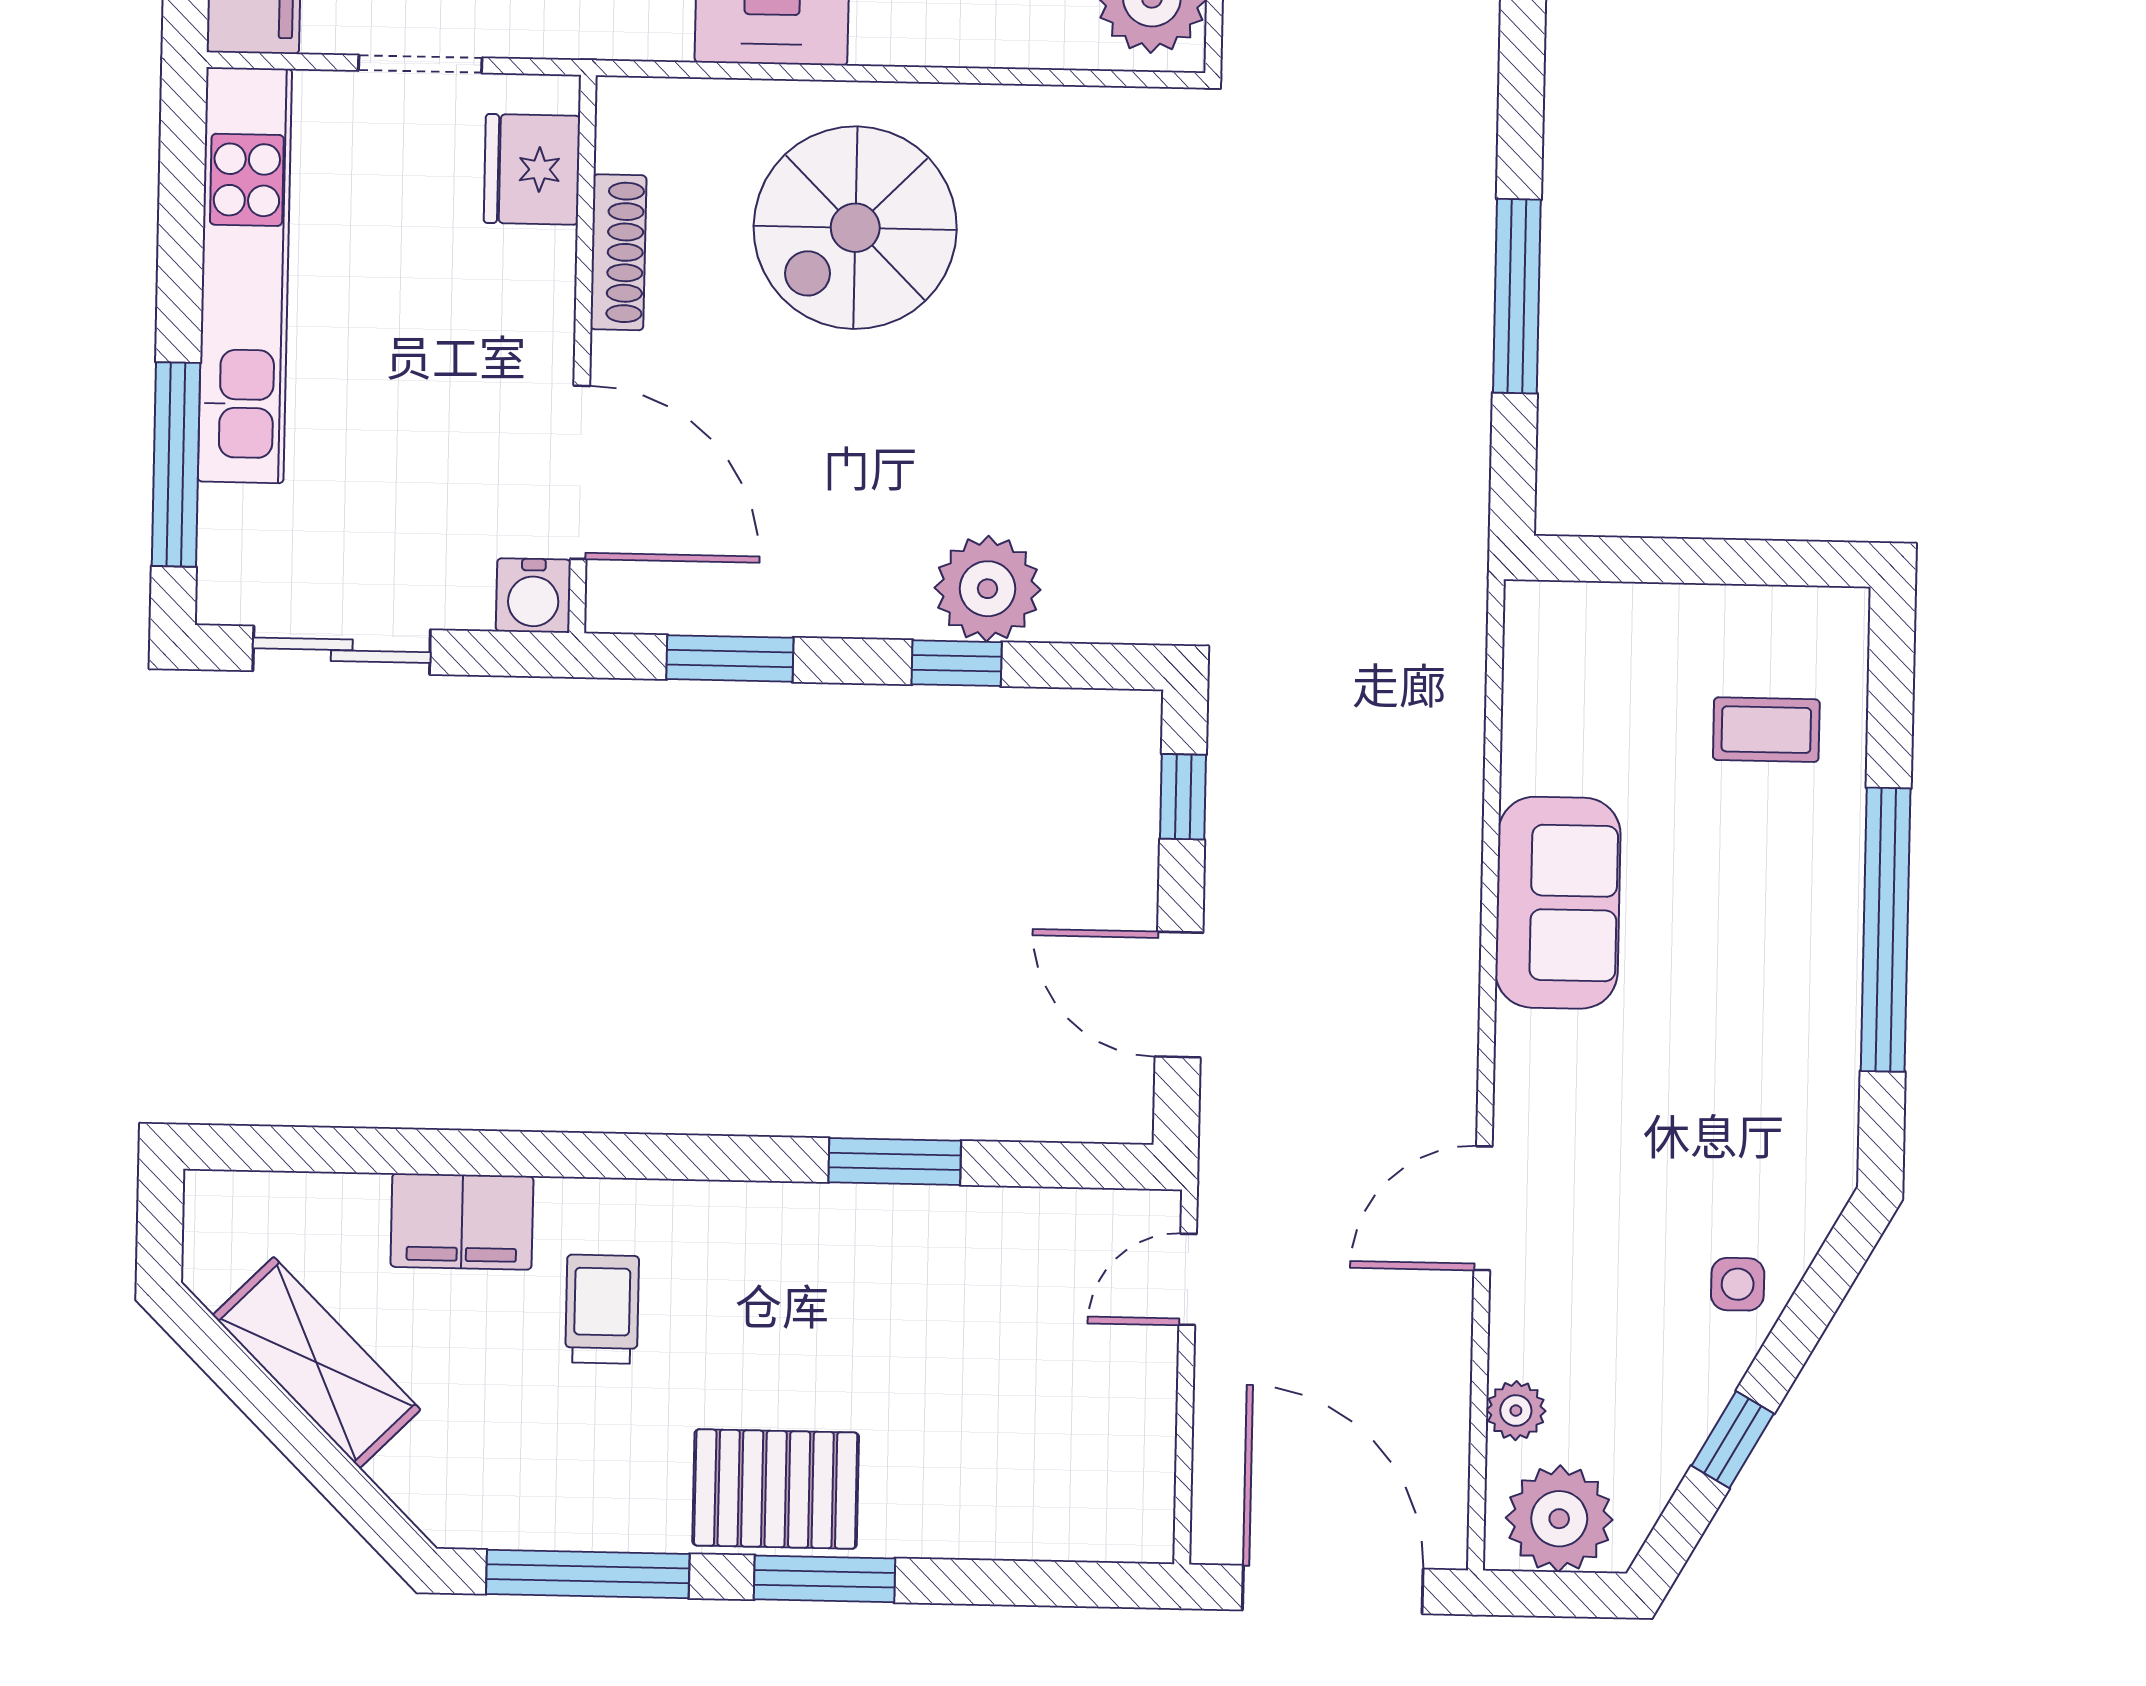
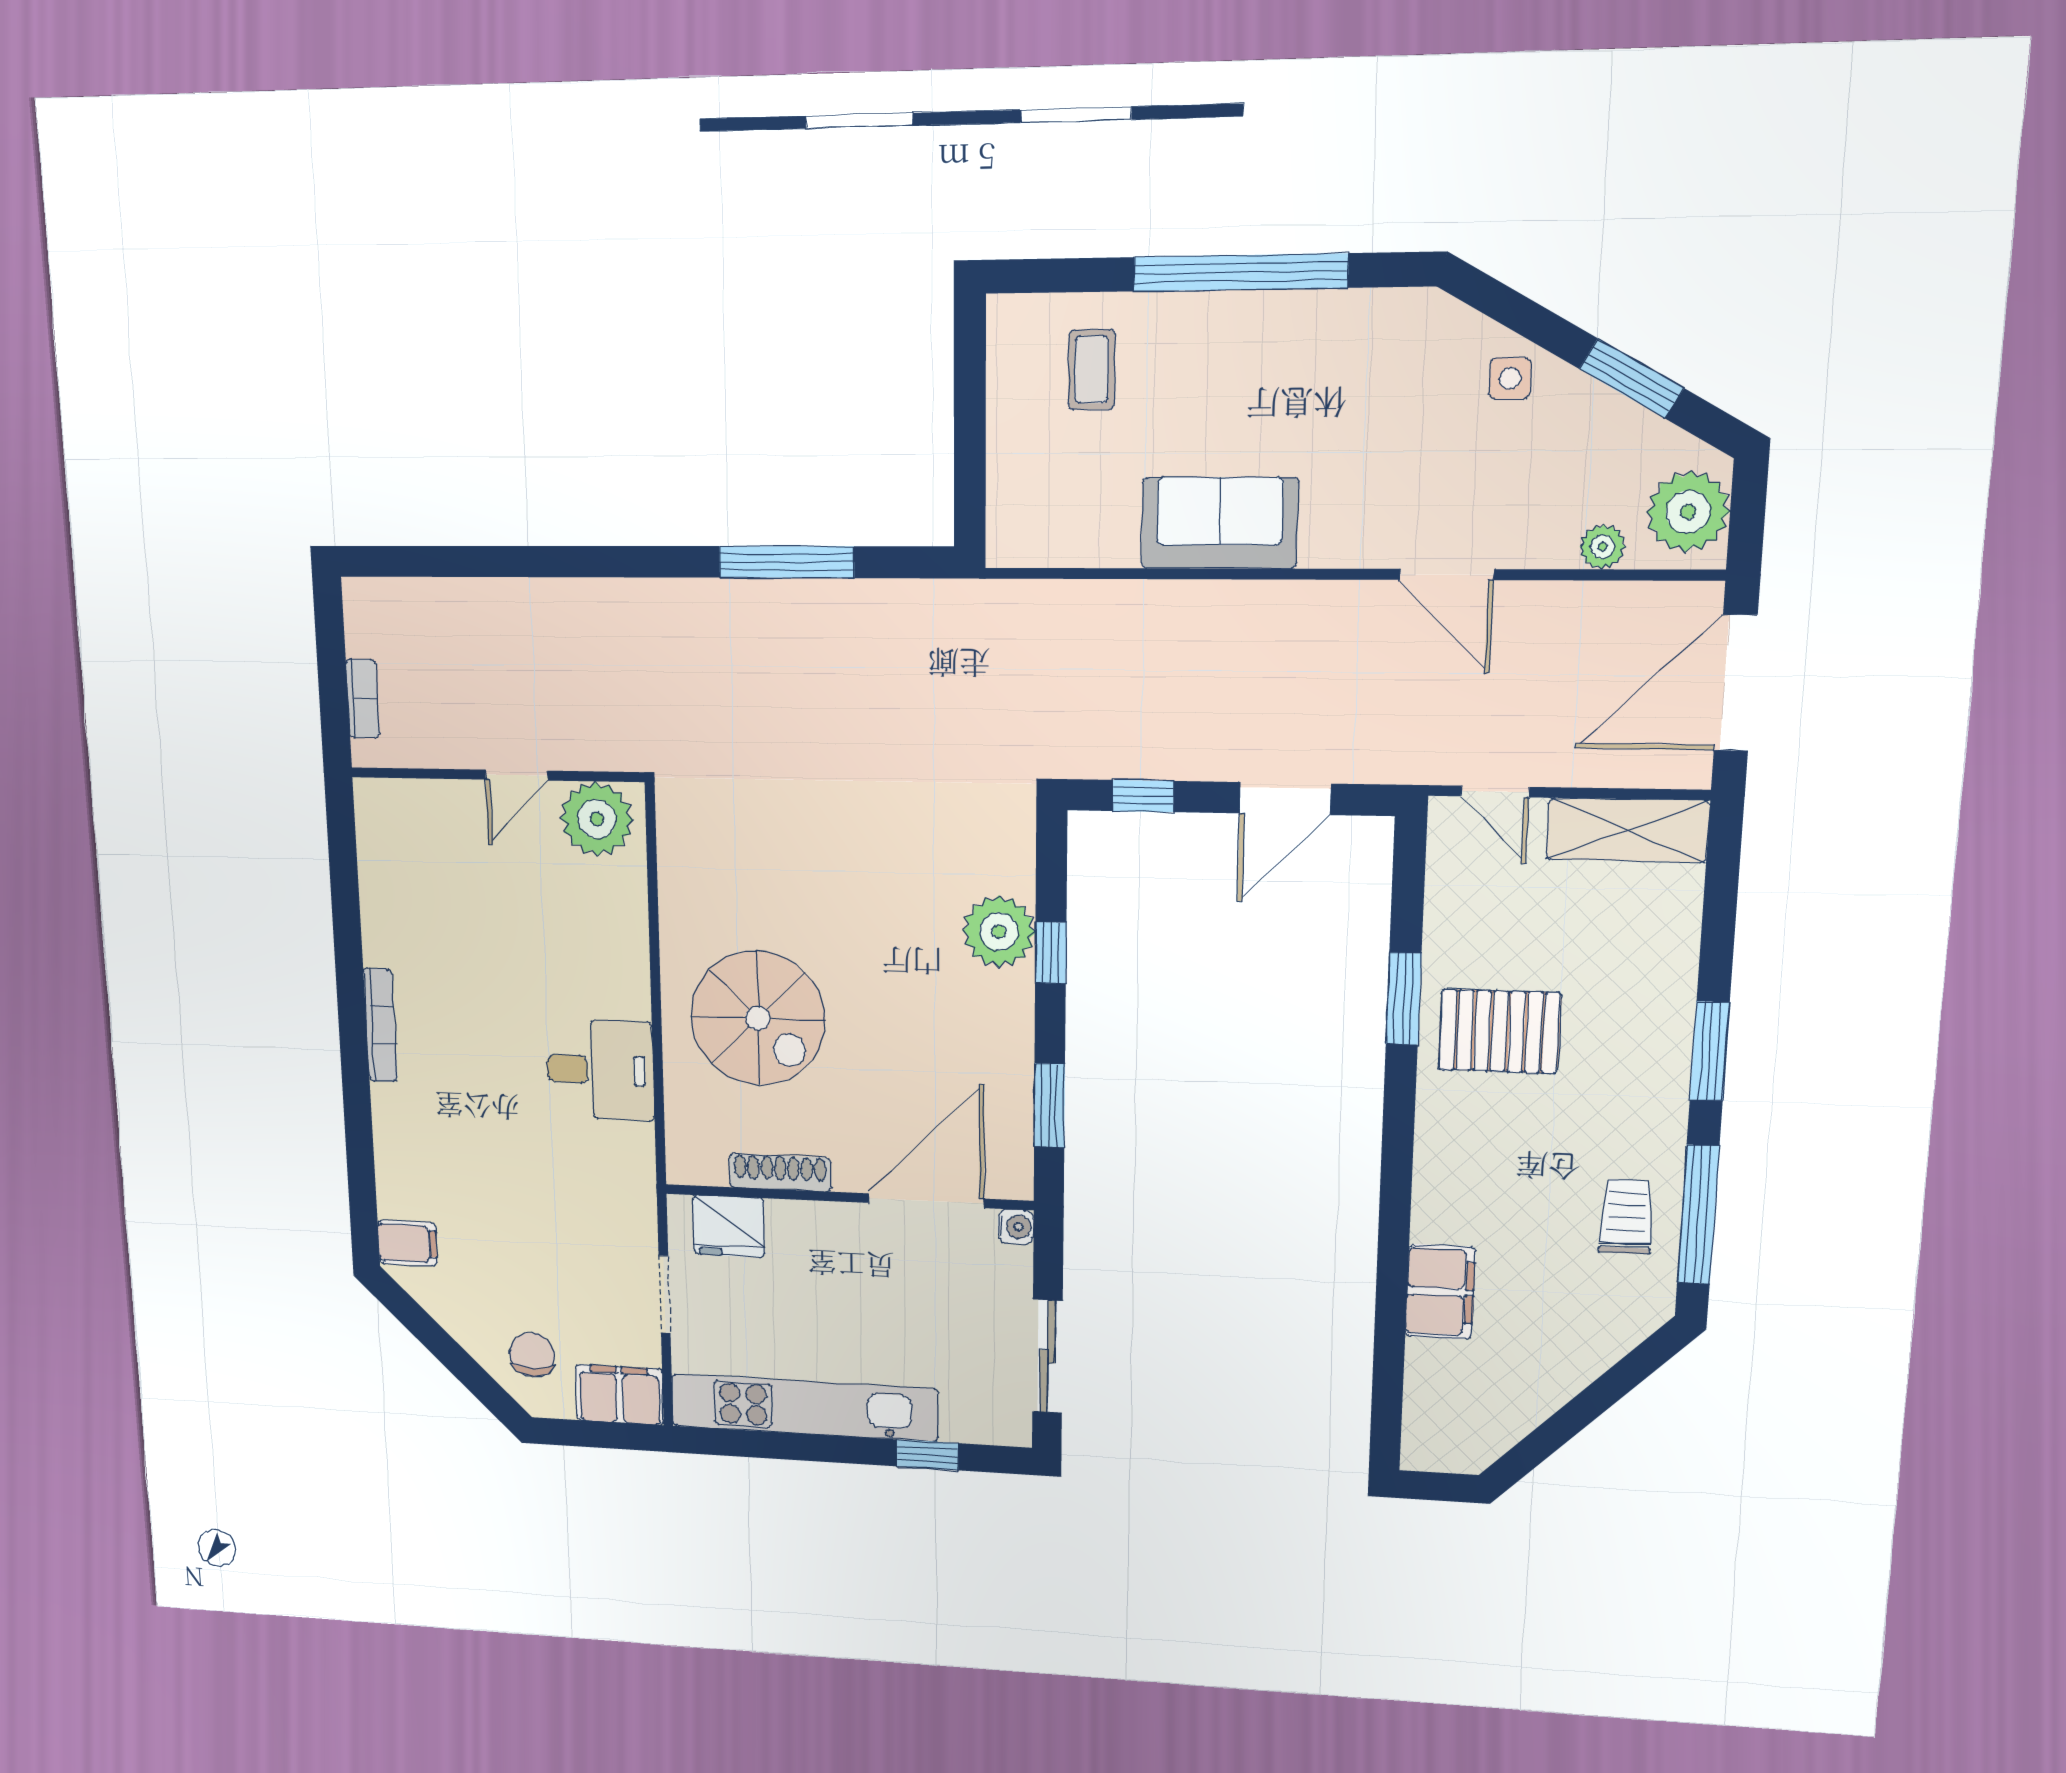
window: (176, 464) -> (927, 1455), width x0.46
water cooler: (533, 596) -> (1016, 1227), width x0.72, depth x0.72
trolley: (602, 1309) -> (1627, 1217), moved, turned 90
shelving: (317, 1363) -> (1627, 830), moved, turned 45
window: (1733, 1440) -> (1631, 378), width x1.50
pallet: (776, 1489) -> (1499, 1031), moved, turned 90

